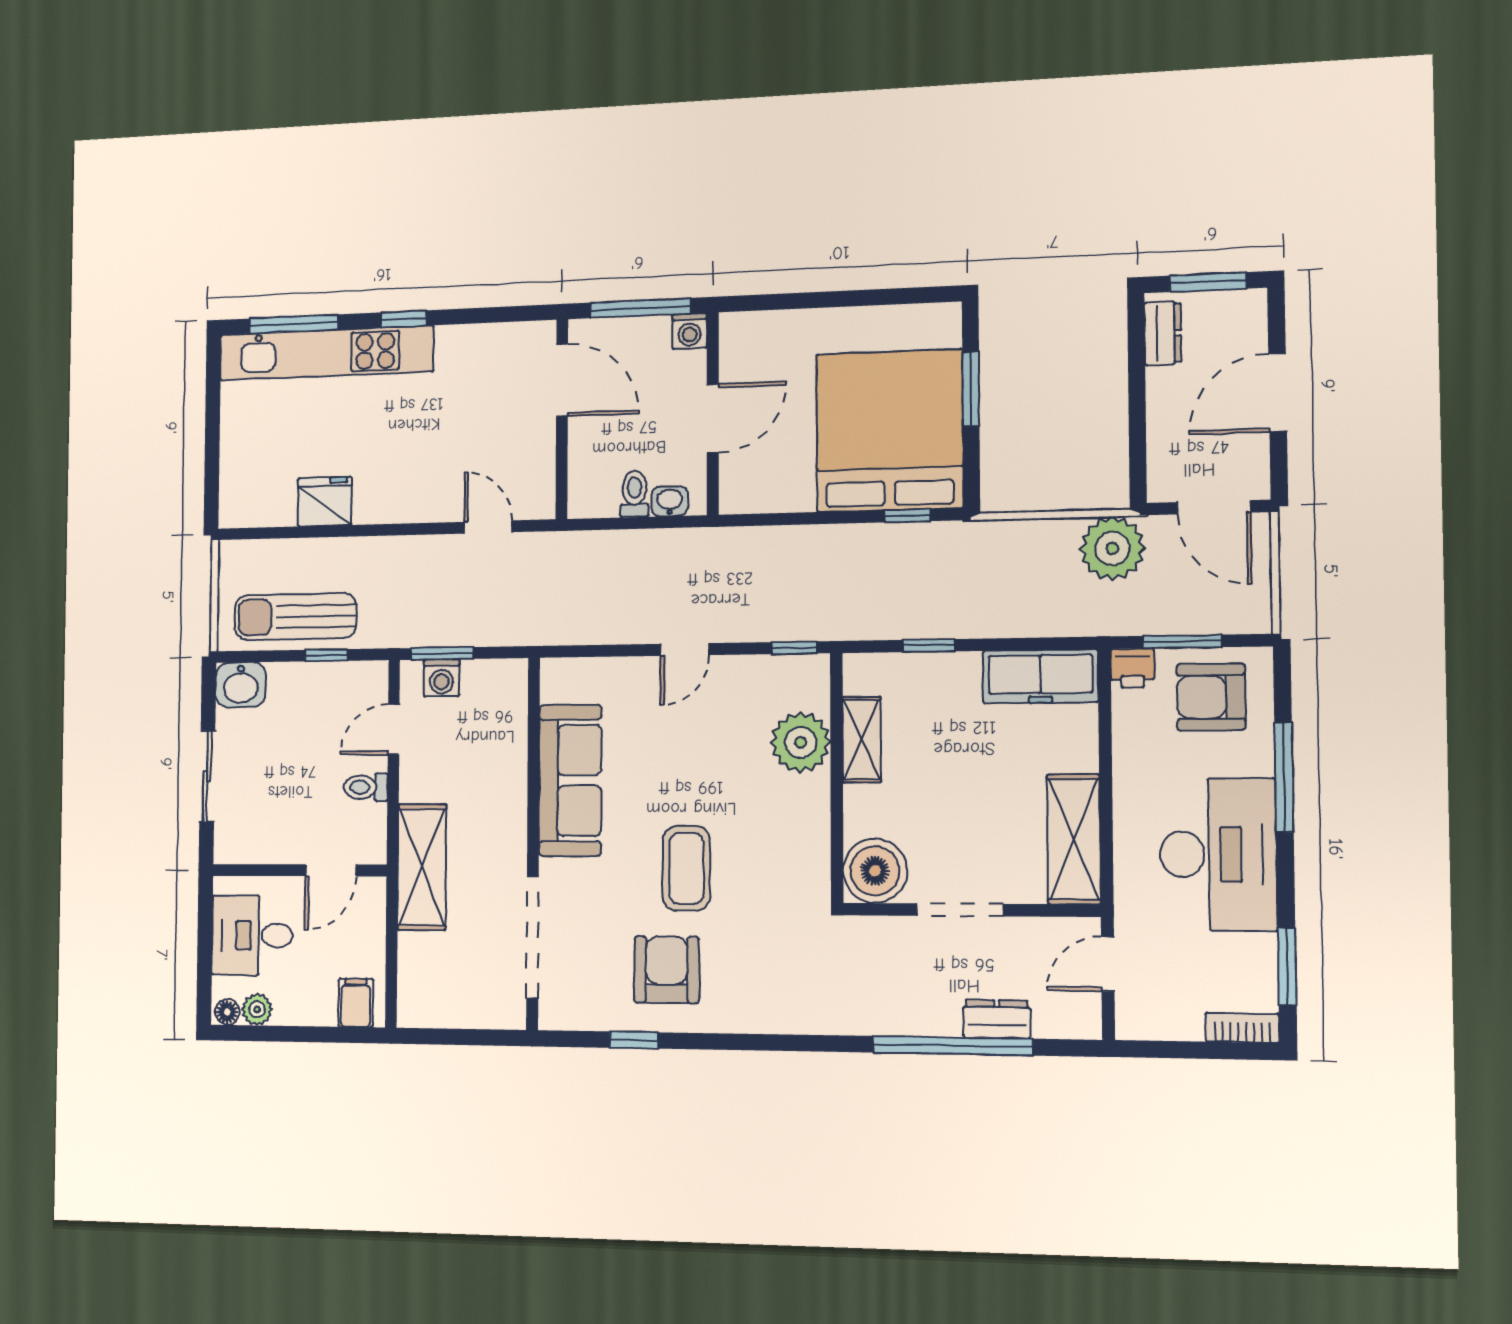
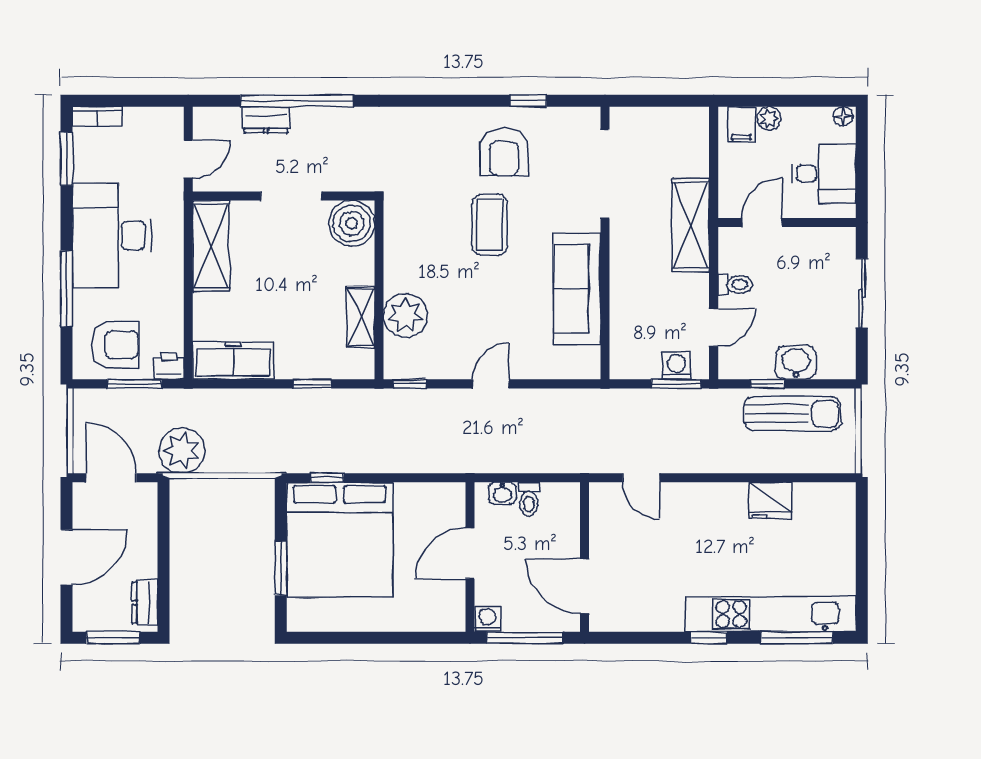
washbasin: (241, 685) -> (796, 362), moved
plant: (257, 1009) -> (769, 118), moved

